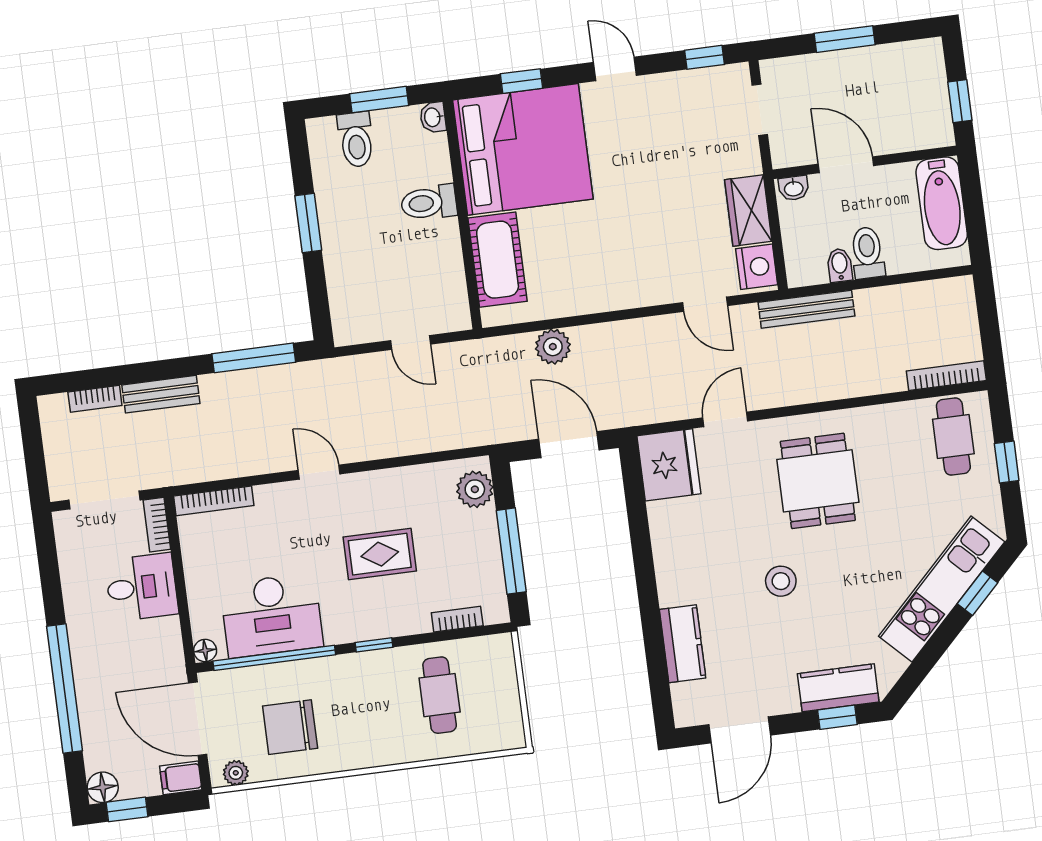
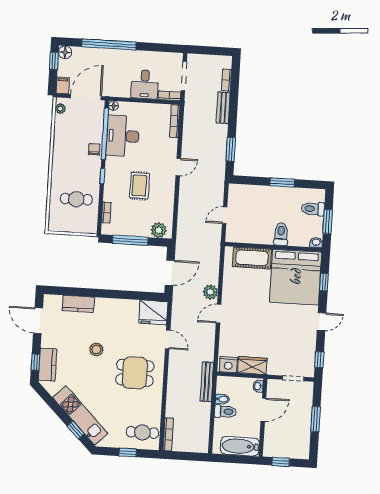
door: (705, 304) -> (219, 314), moved
plant: (553, 347) -> (210, 292), moved
window: (254, 358) -> (231, 149), width x0.69
chair: (290, 727) -> (94, 149), moved, width x0.54, depth x0.54

